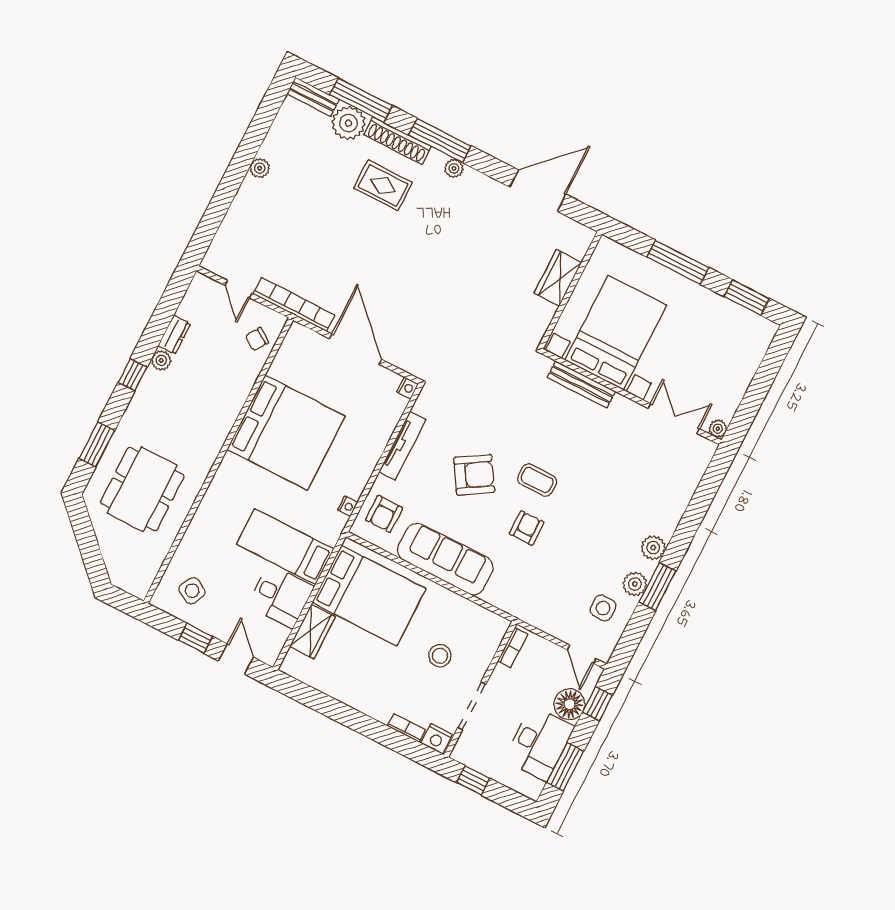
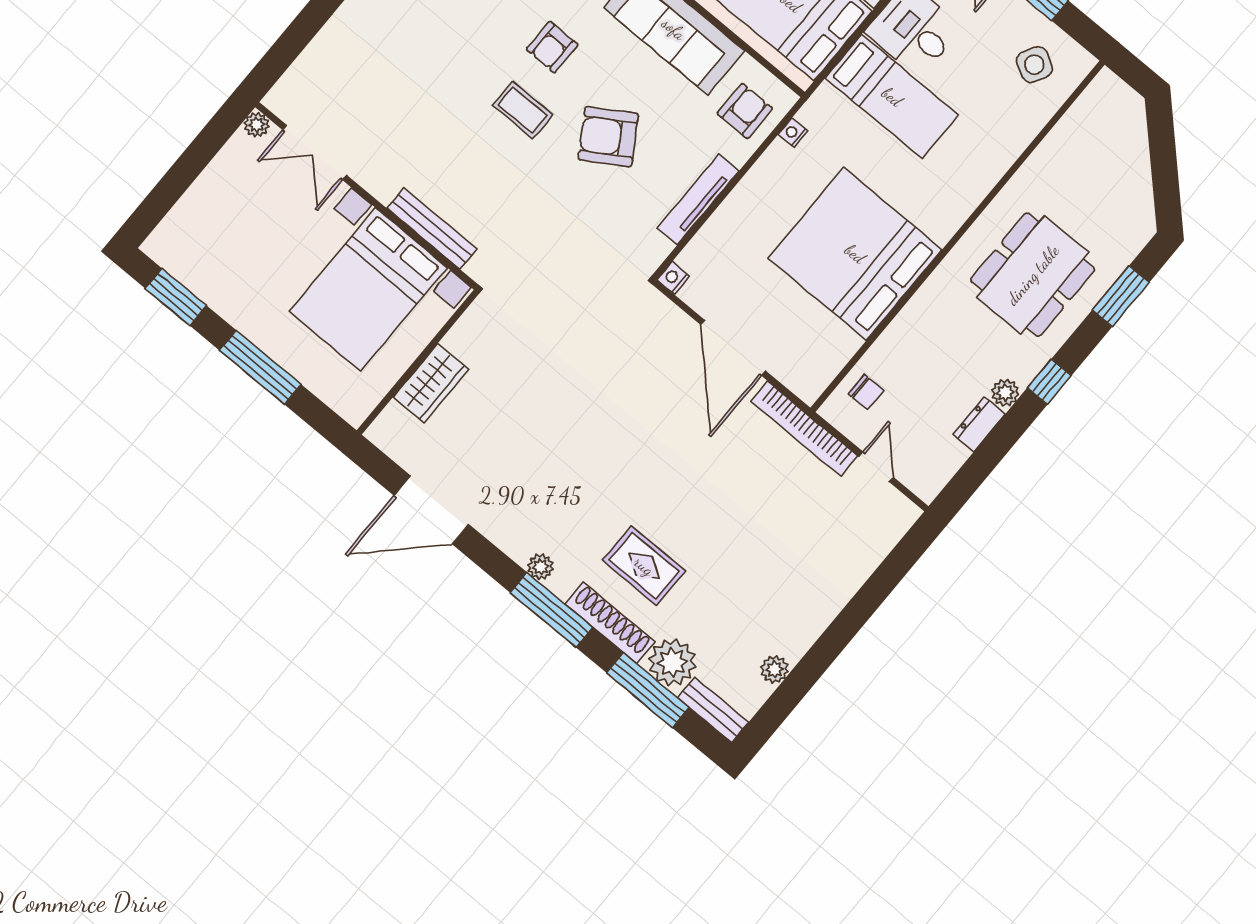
plant: (260, 168) -> (774, 669), moved
chair: (257, 339) -> (866, 392), turned 56
dining table: (142, 489) -> (1033, 275), moved

